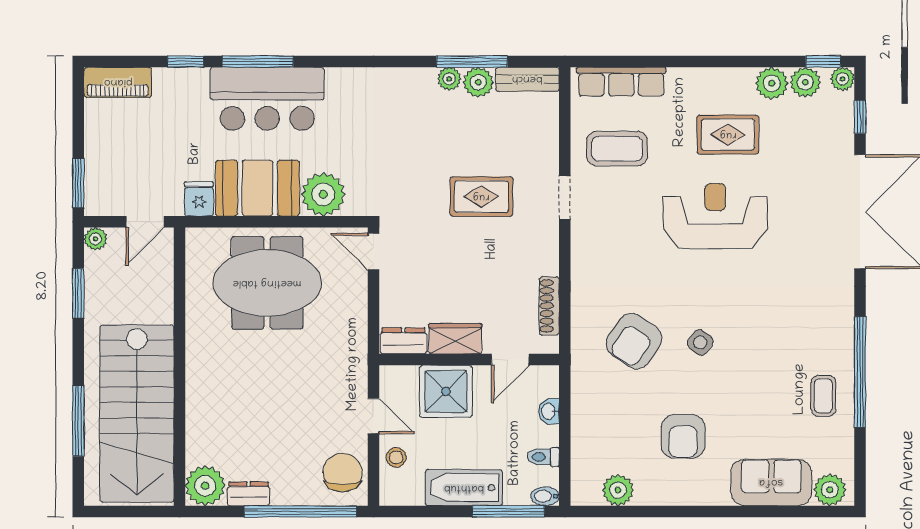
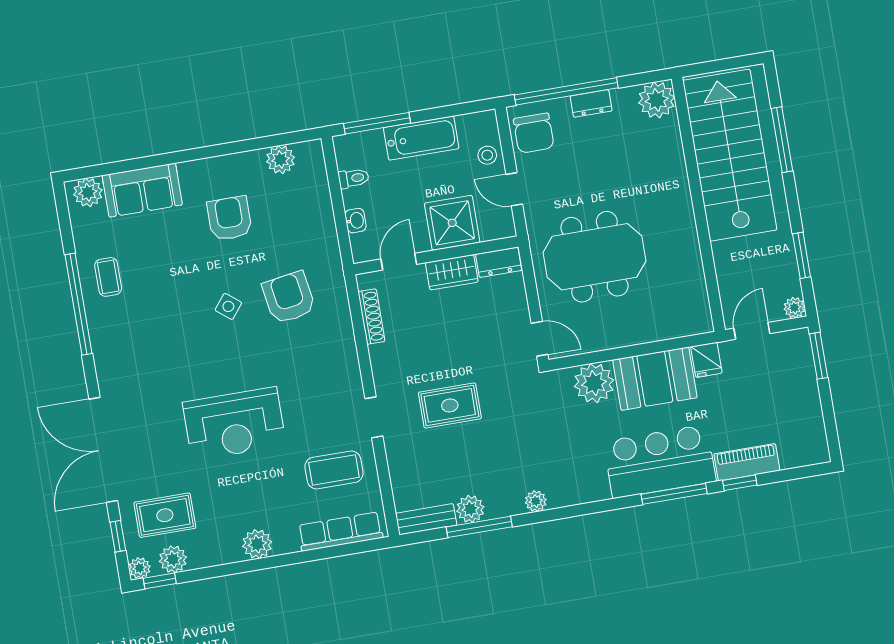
plant: (449, 79) -> (536, 501), moved
piano: (118, 82) -> (747, 462), moved
plant: (772, 83) -> (257, 544), moved
rug: (728, 135) -> (165, 515), moved
meeting table: (267, 283) -> (594, 257), moved
armchair: (634, 341) -> (289, 298), turned -43
dresser: (249, 494) -> (591, 103), moved
bidet: (545, 496) -> (346, 143), removed

